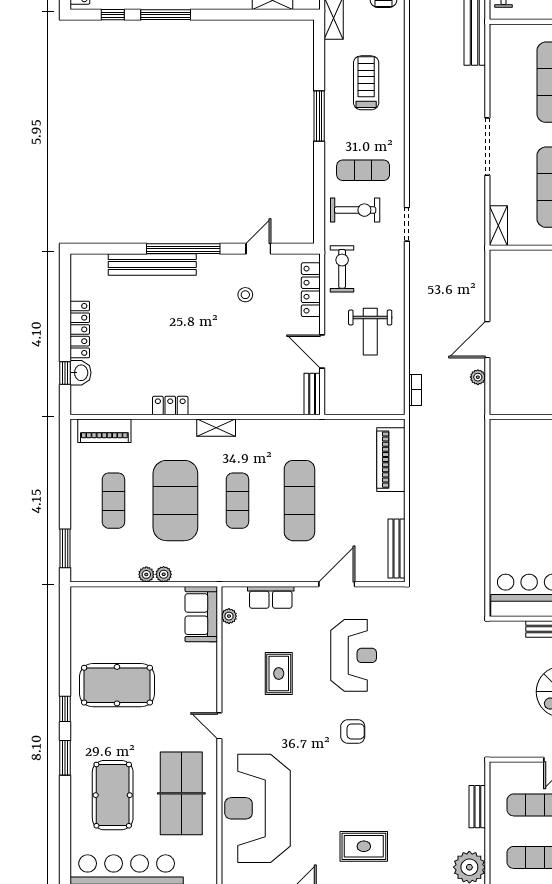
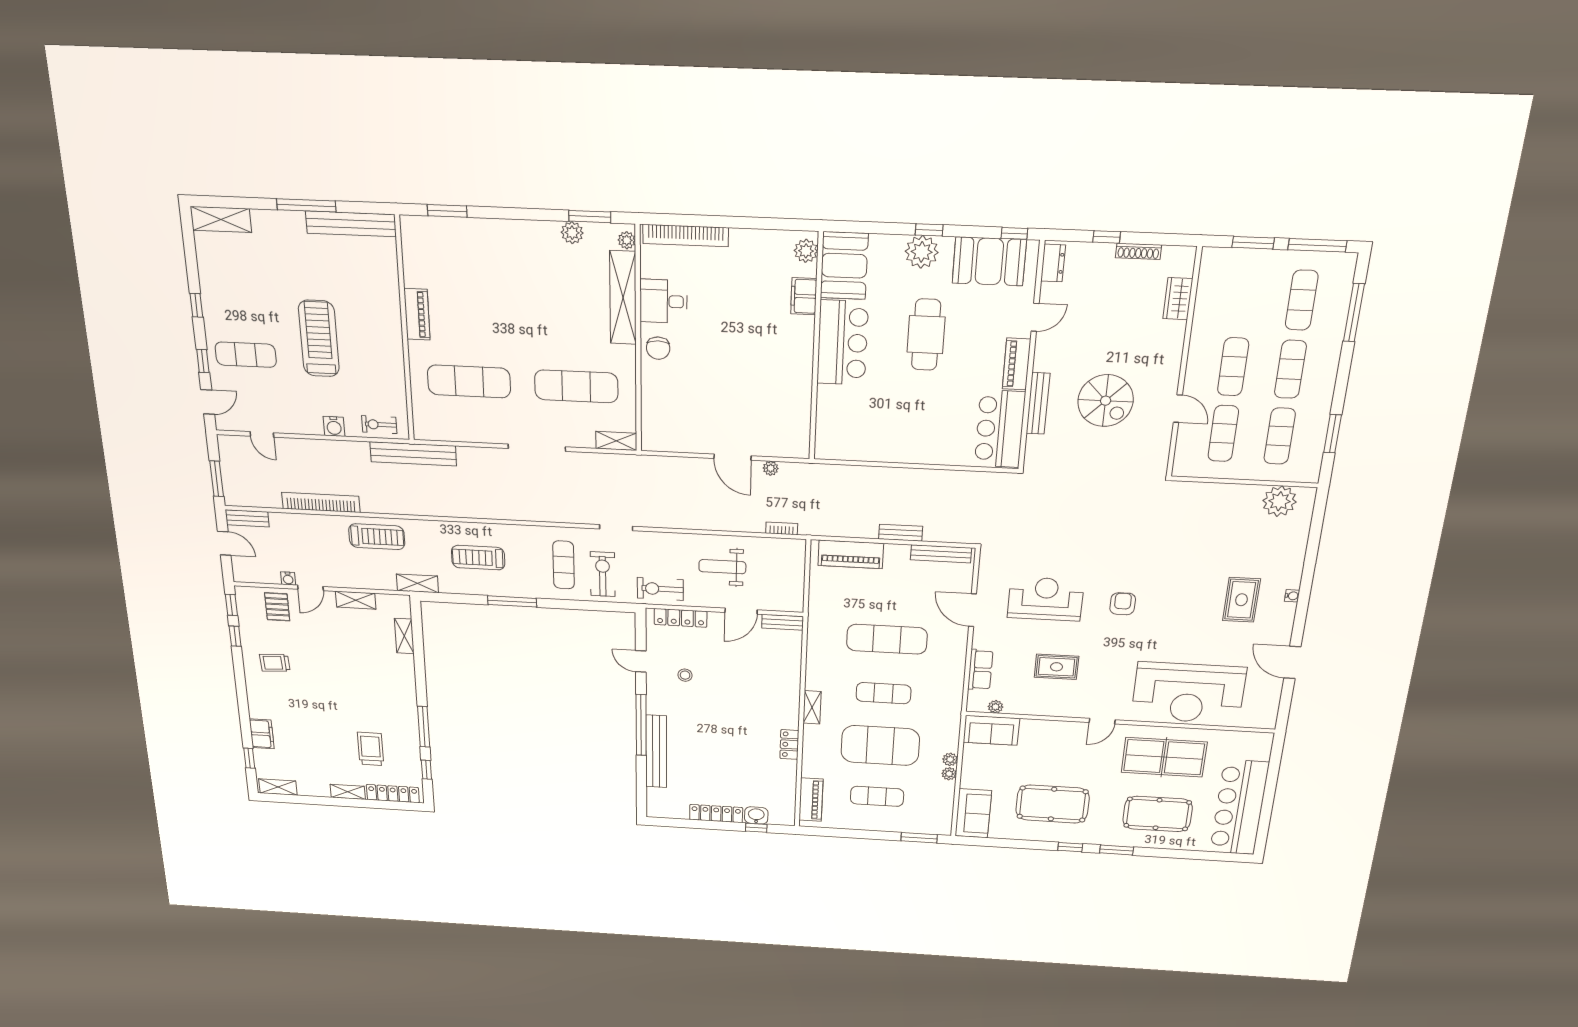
weight bench: (370, 332) -> (722, 567), turned 180
sofa: (100, 603) -> (973, 813), added
pool table: (117, 685) -> (1053, 804), turned 90
bench: (477, 807) -> (901, 533), moved

